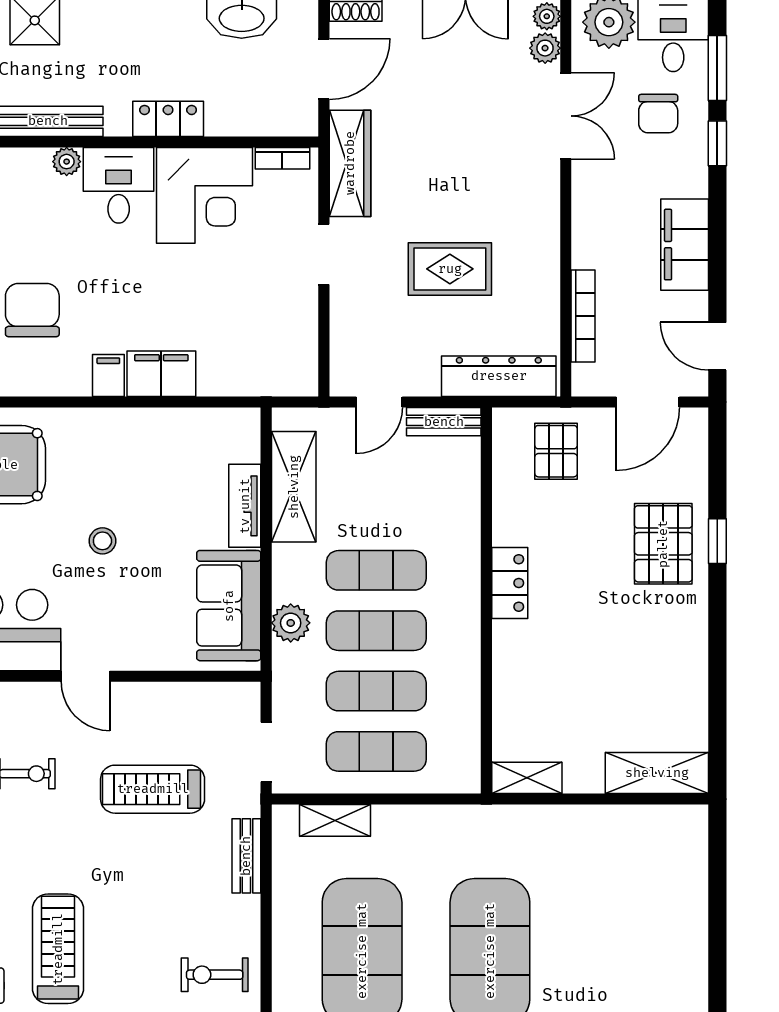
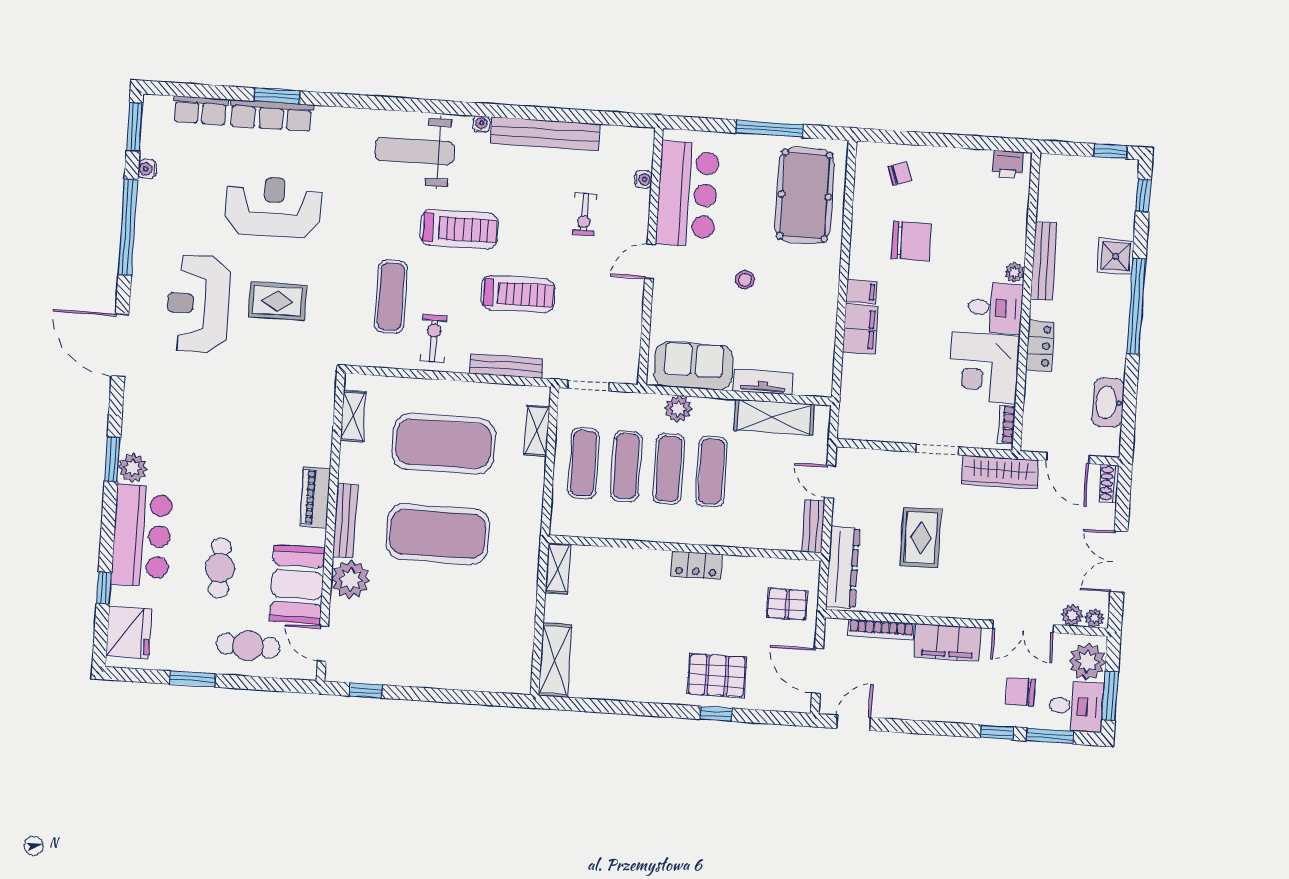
filing cabinet: (685, 245) -> (948, 642), moved, turned 180
treadmill: (153, 789) -> (518, 294), moved, turned 90
bench: (246, 856) -> (506, 366), width x1.36

